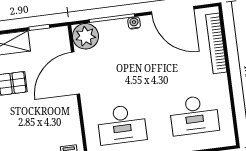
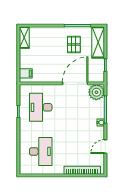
door: (173, 10) -> (105, 147), width x0.53
door: (75, 73) -> (75, 83), hinge flipped
desk: (194, 115) -> (41, 151), turned 180

